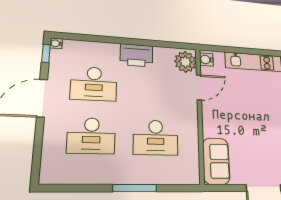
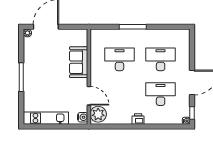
printer: (136, 55) -> (138, 119), width x0.53, depth x0.68
door: (199, 87) -> (89, 96), swing flipped
sofa: (216, 161) -> (79, 62), moved

